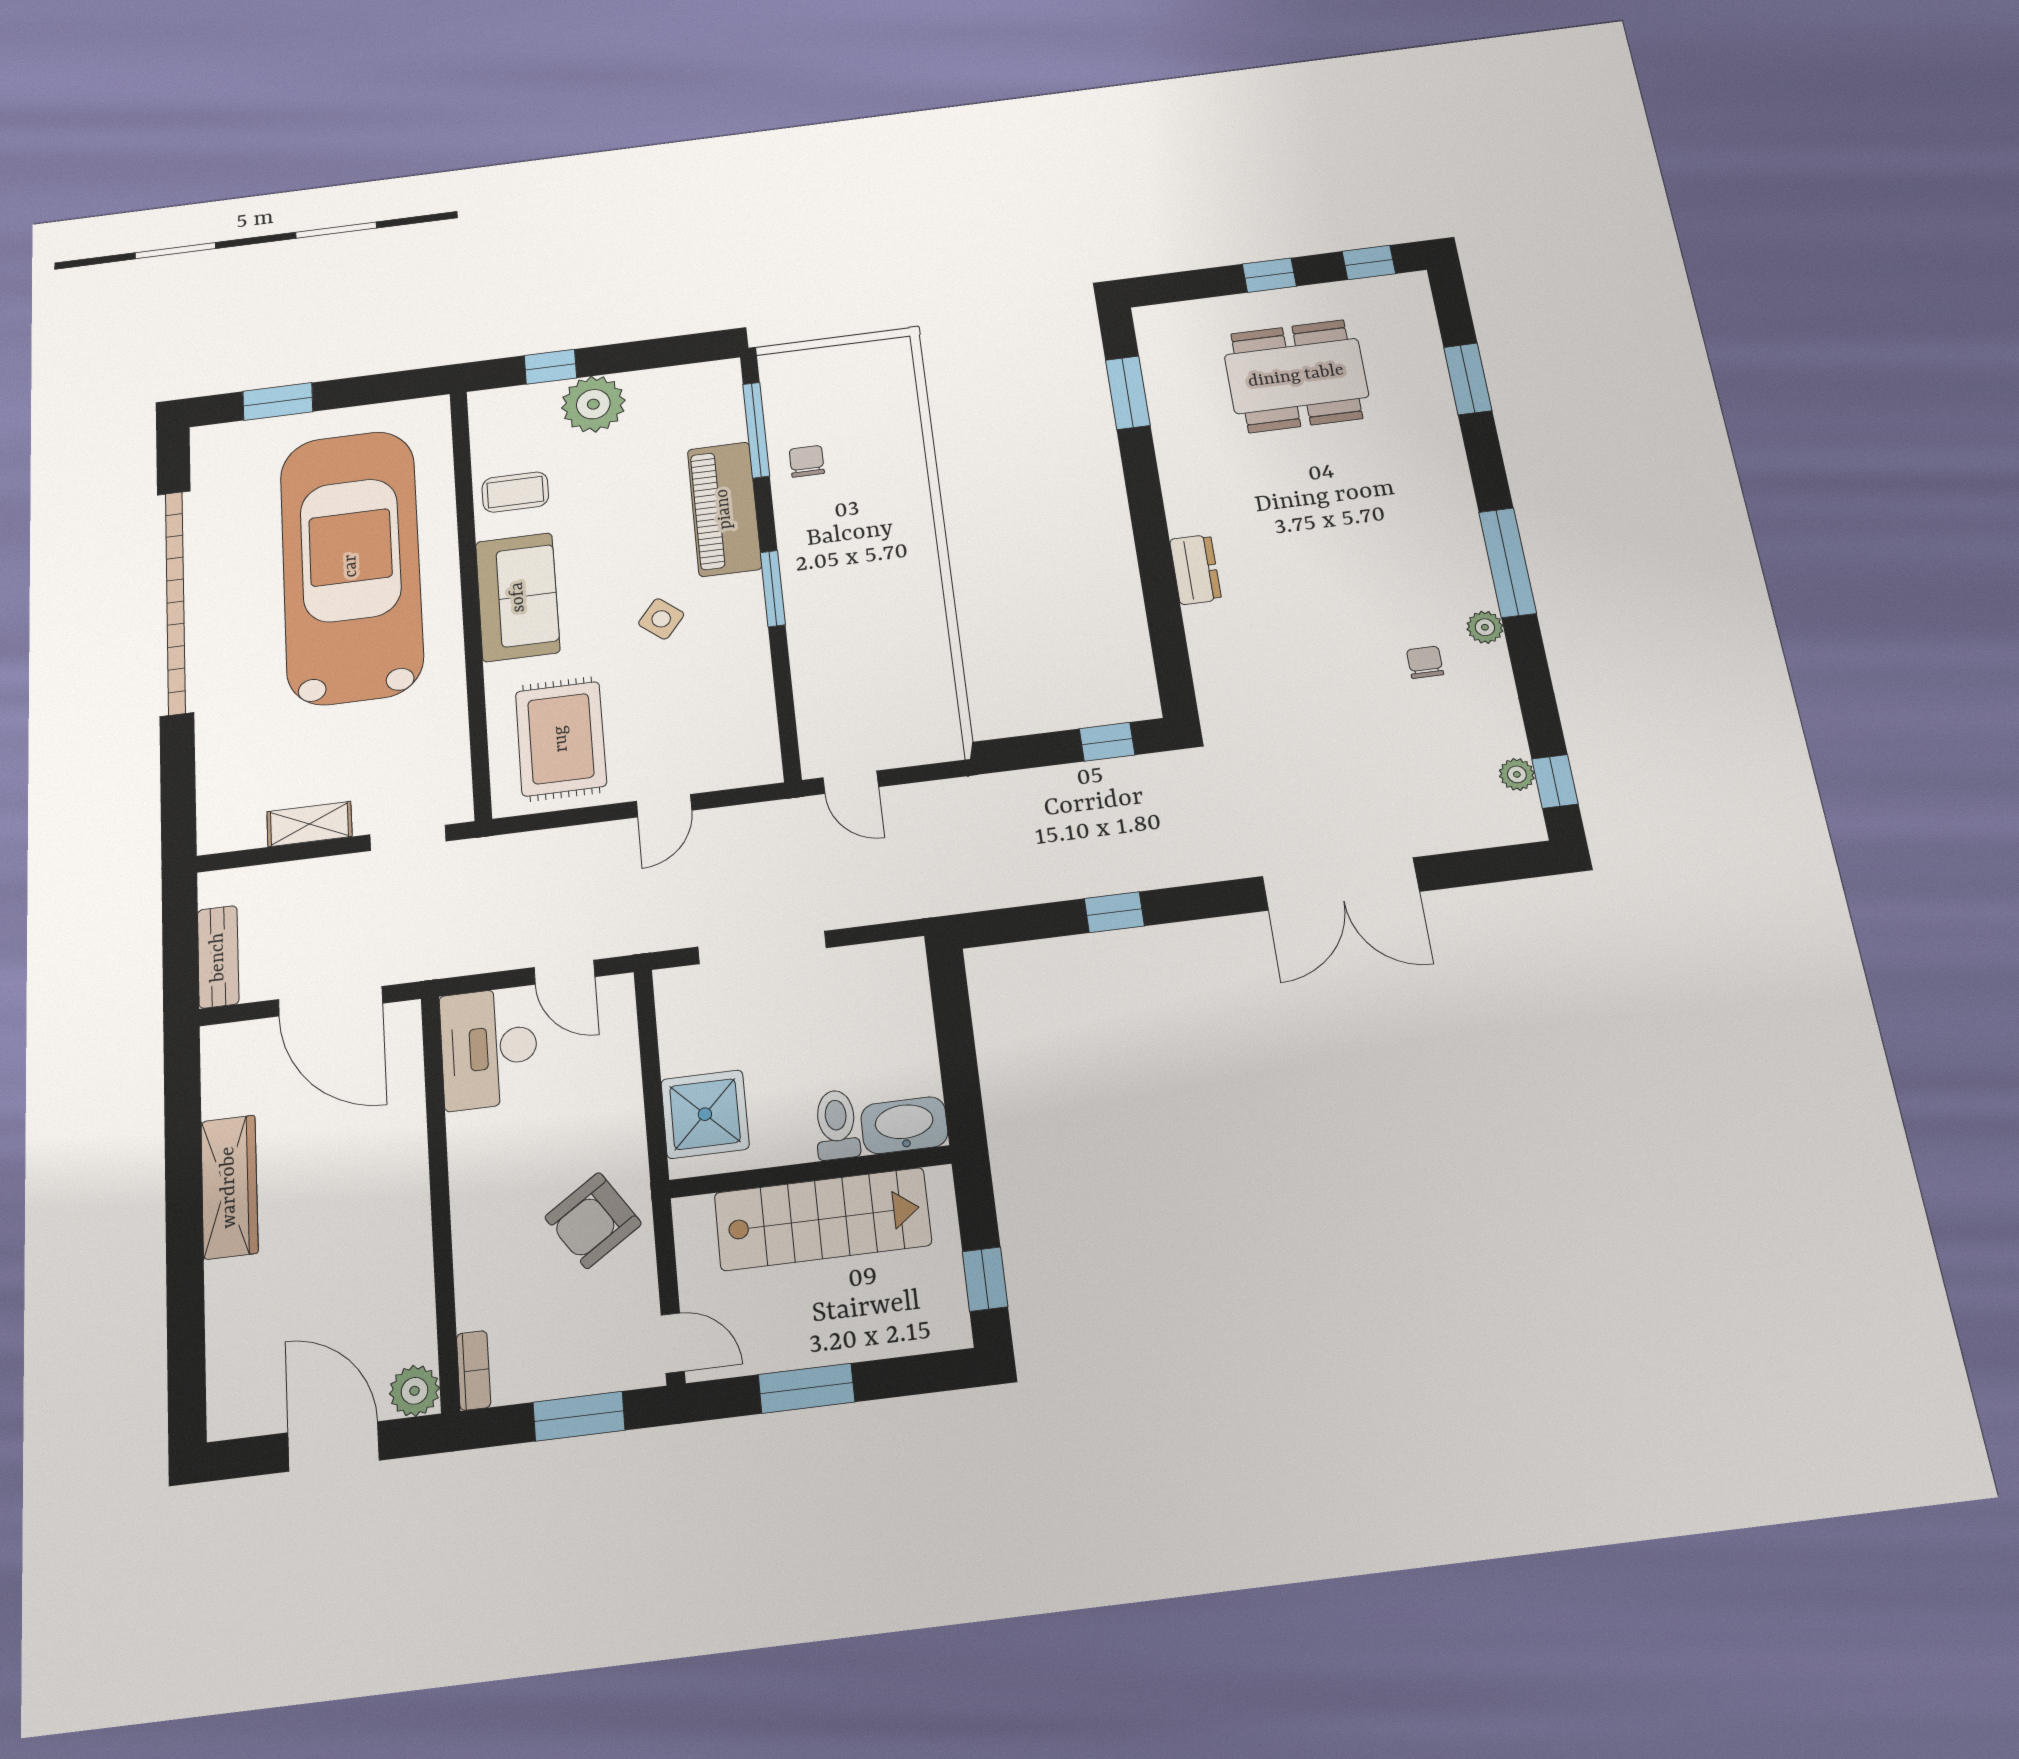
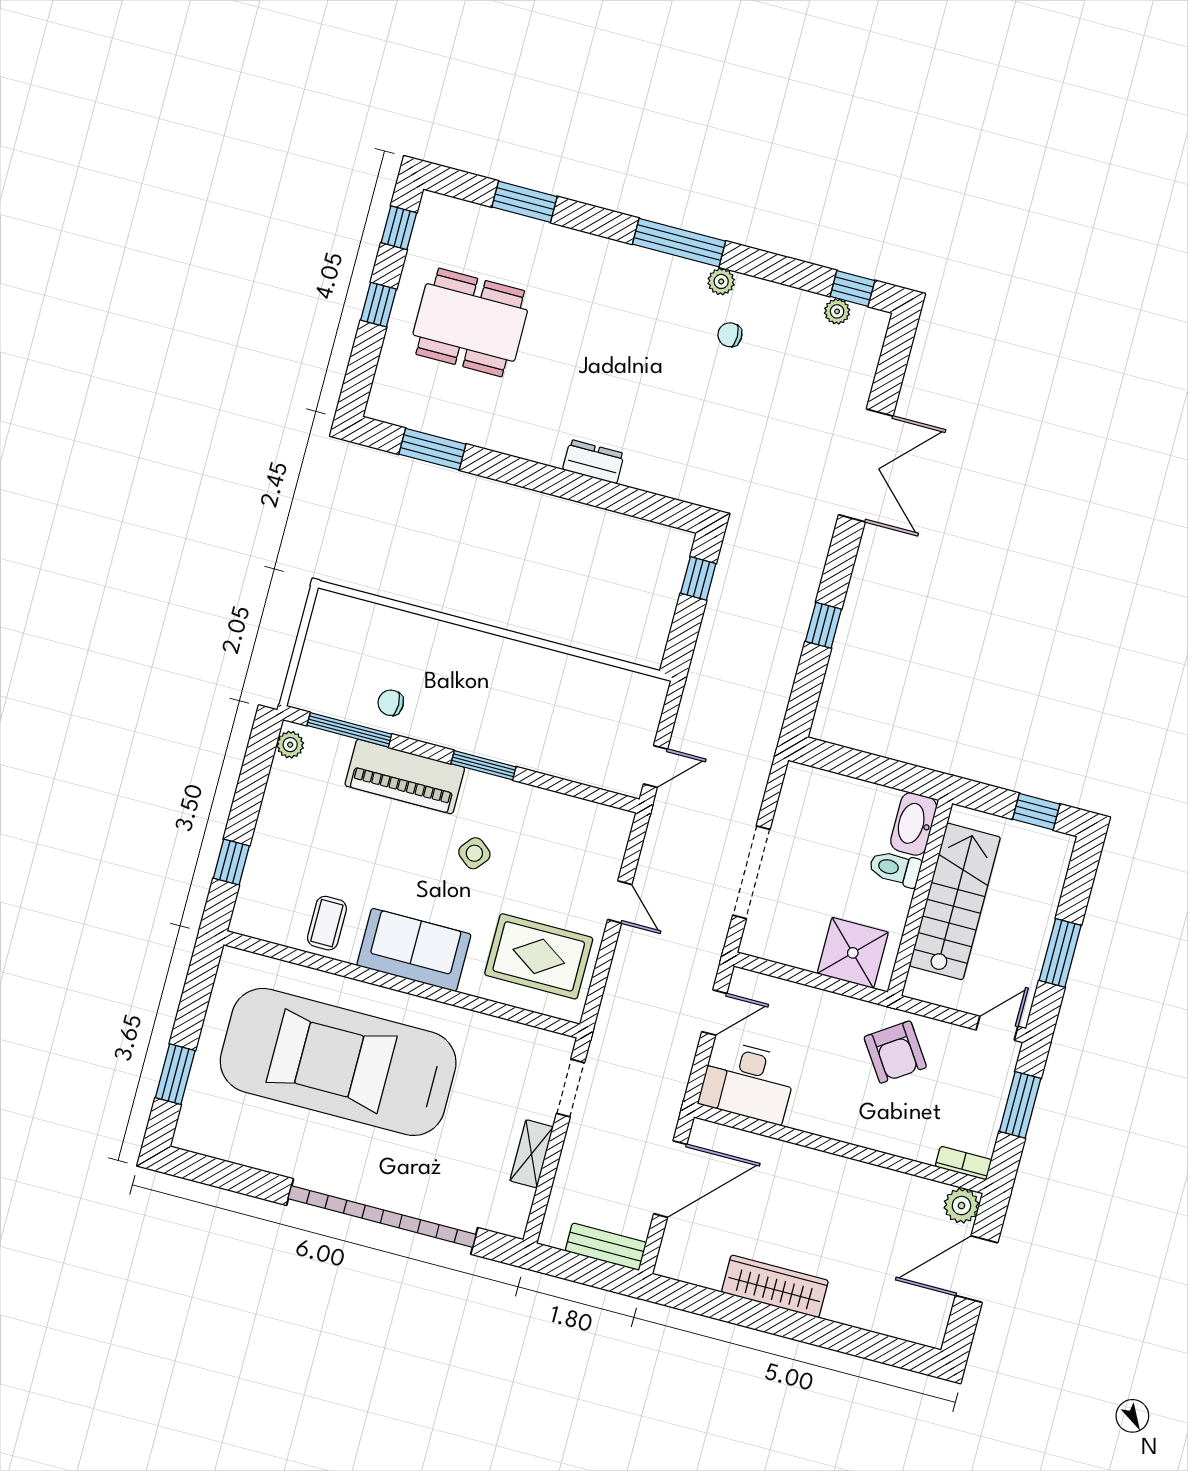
dining table: (1296, 376) -> (470, 322), turned 90
plant: (593, 404) -> (290, 745), moved, width x0.53, depth x0.53
garage door: (175, 602) -> (382, 1217), moved

